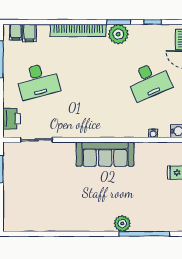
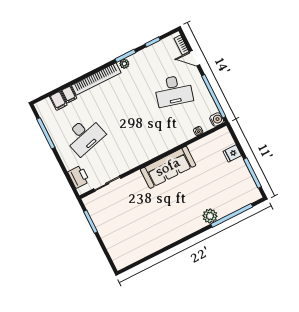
filing cabinet: (16, 32) -> (69, 94), moved
plant: (118, 34) -> (124, 64), width x0.53, depth x0.53
desk: (149, 81) -> (174, 91), turned 39

